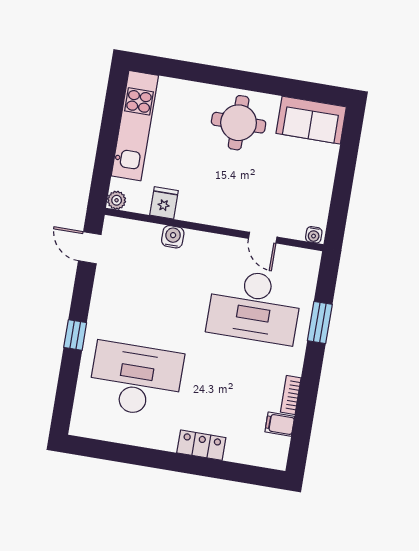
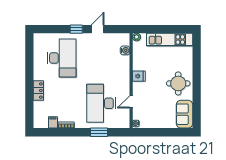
fridge: (164, 203) -> (139, 76), moved
water cooler: (173, 237) -> (125, 50), moved
door: (90, 248) -> (98, 29), moved

